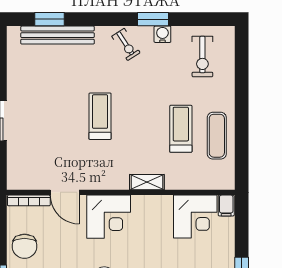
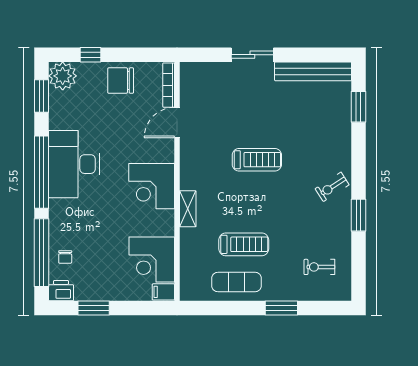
water cooler: (162, 34) -> (343, 225), removed
bench: (58, 35) -> (313, 71), moved, turned 90
exercise bike: (202, 57) -> (319, 267), width x0.73, depth x0.72
window: (242, 93) -> (281, 308), added
corner desk: (109, 217) -> (152, 186), moved

